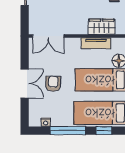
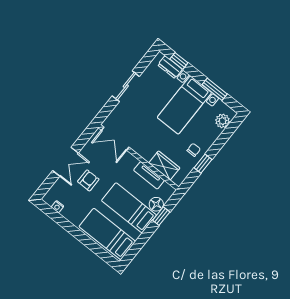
window: (68, 131) -> (70, 228), removed
window: (104, 131) -> (99, 251), removed

